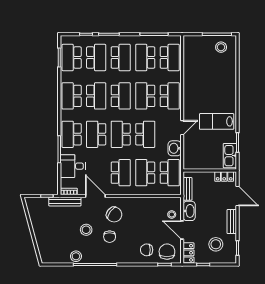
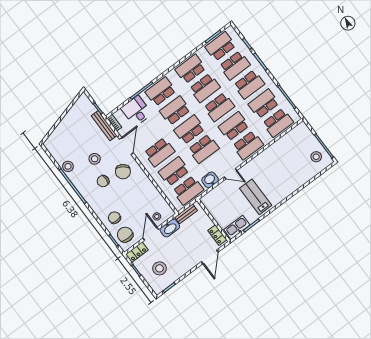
bench: (232, 222) -> (187, 267), removed
chair: (167, 252) -> (125, 235), turned -91

